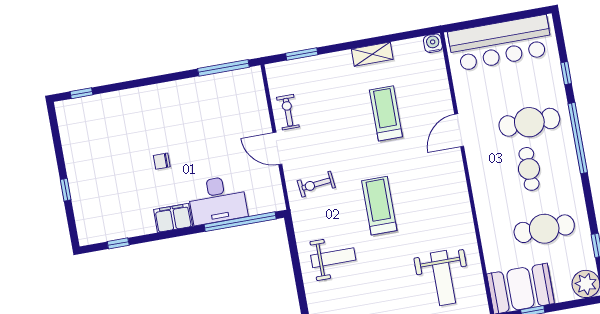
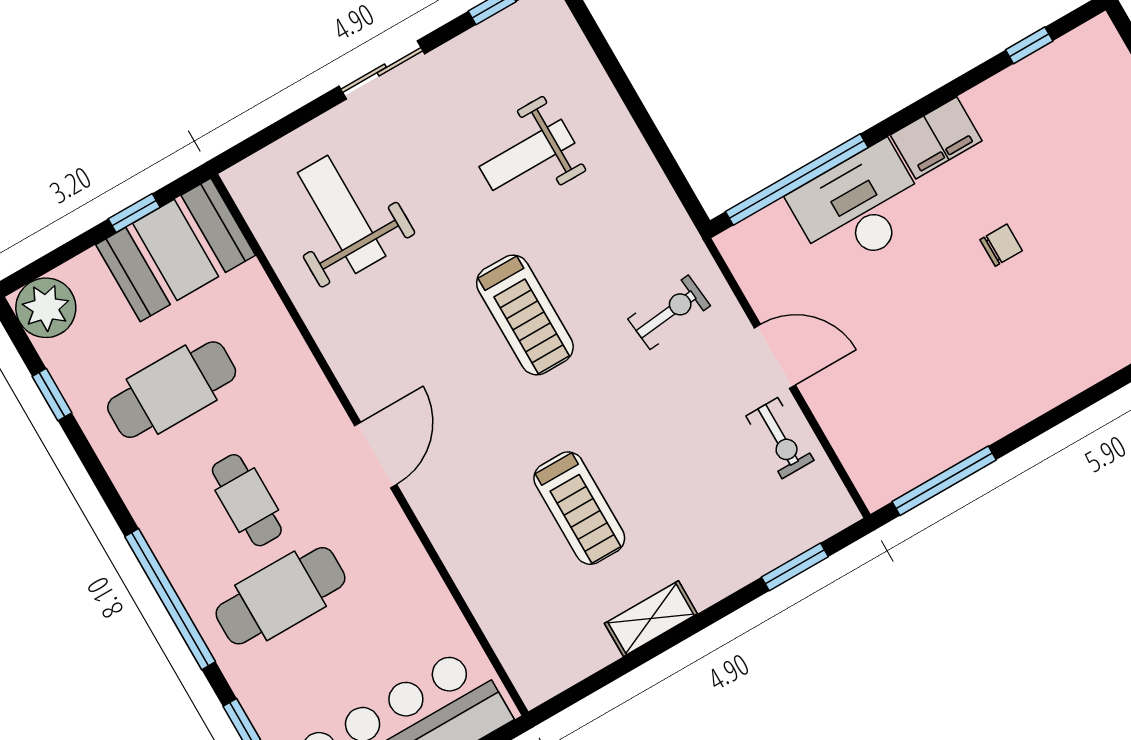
water cooler: (433, 43) -> (535, 686), removed
door: (459, 130) -> (376, 455), moved
weight bench: (333, 258) -> (527, 155), moved

